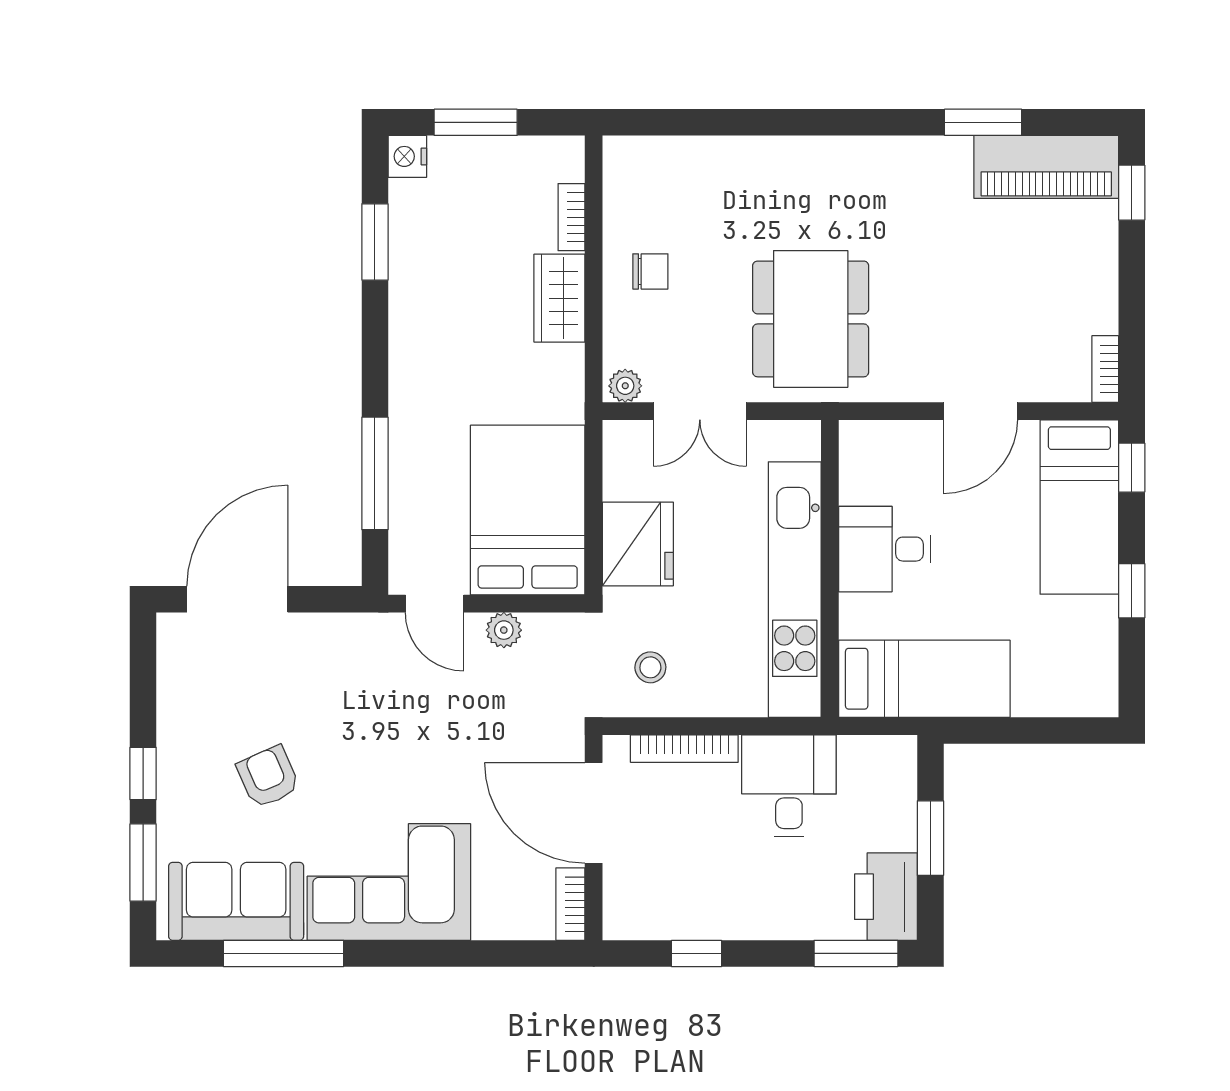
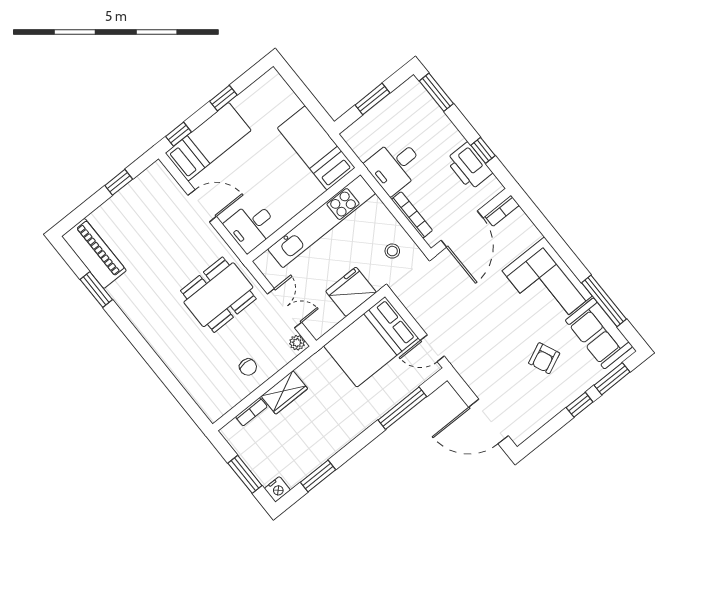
window: (1132, 193) -> (119, 182), moved
chair: (650, 271) -> (248, 367), turned 180
bookcase: (1105, 369) -> (150, 173), removed
desk: (885, 549) -> (251, 226), moved, turned 90
door: (435, 604) -> (432, 348), swing flipped
plant: (504, 630) -> (422, 315), removed
printer: (886, 897) -> (469, 166), moved, turned 90

